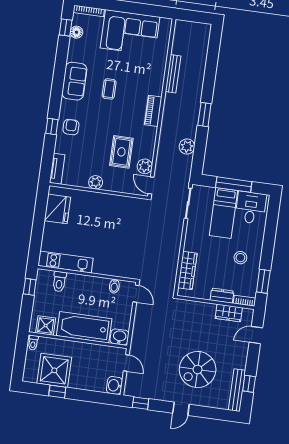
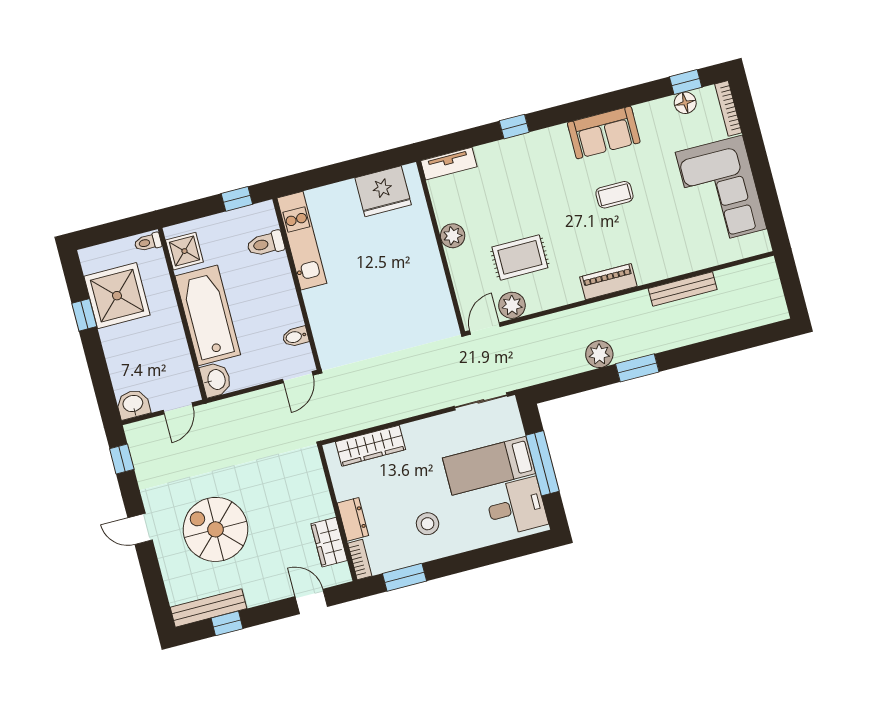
armchair: (71, 127) -> (526, 158), removed
plant: (187, 147) -> (599, 354), moved

